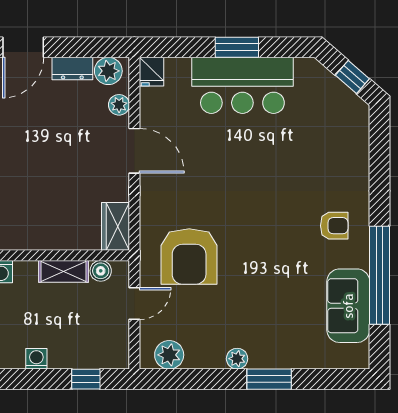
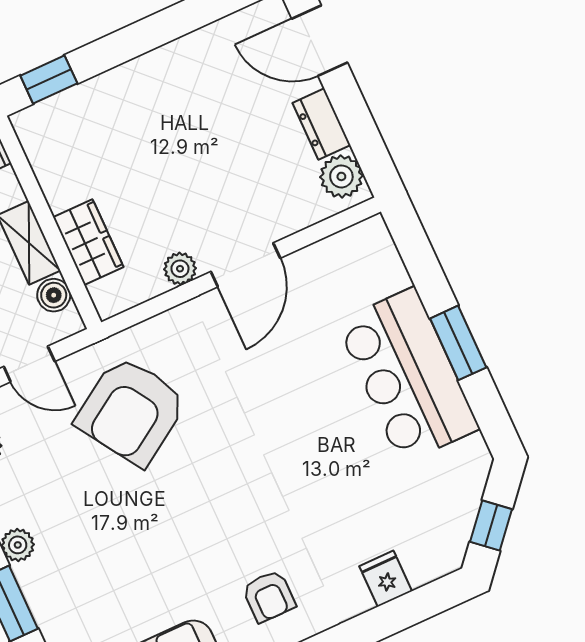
fridge: (151, 72) -> (386, 579), moved, turned 90
plant: (119, 105) -> (180, 269), moved
wardrobe: (115, 226) -> (88, 242), moved, turned 90
armchair: (189, 256) -> (131, 411), turned -33

